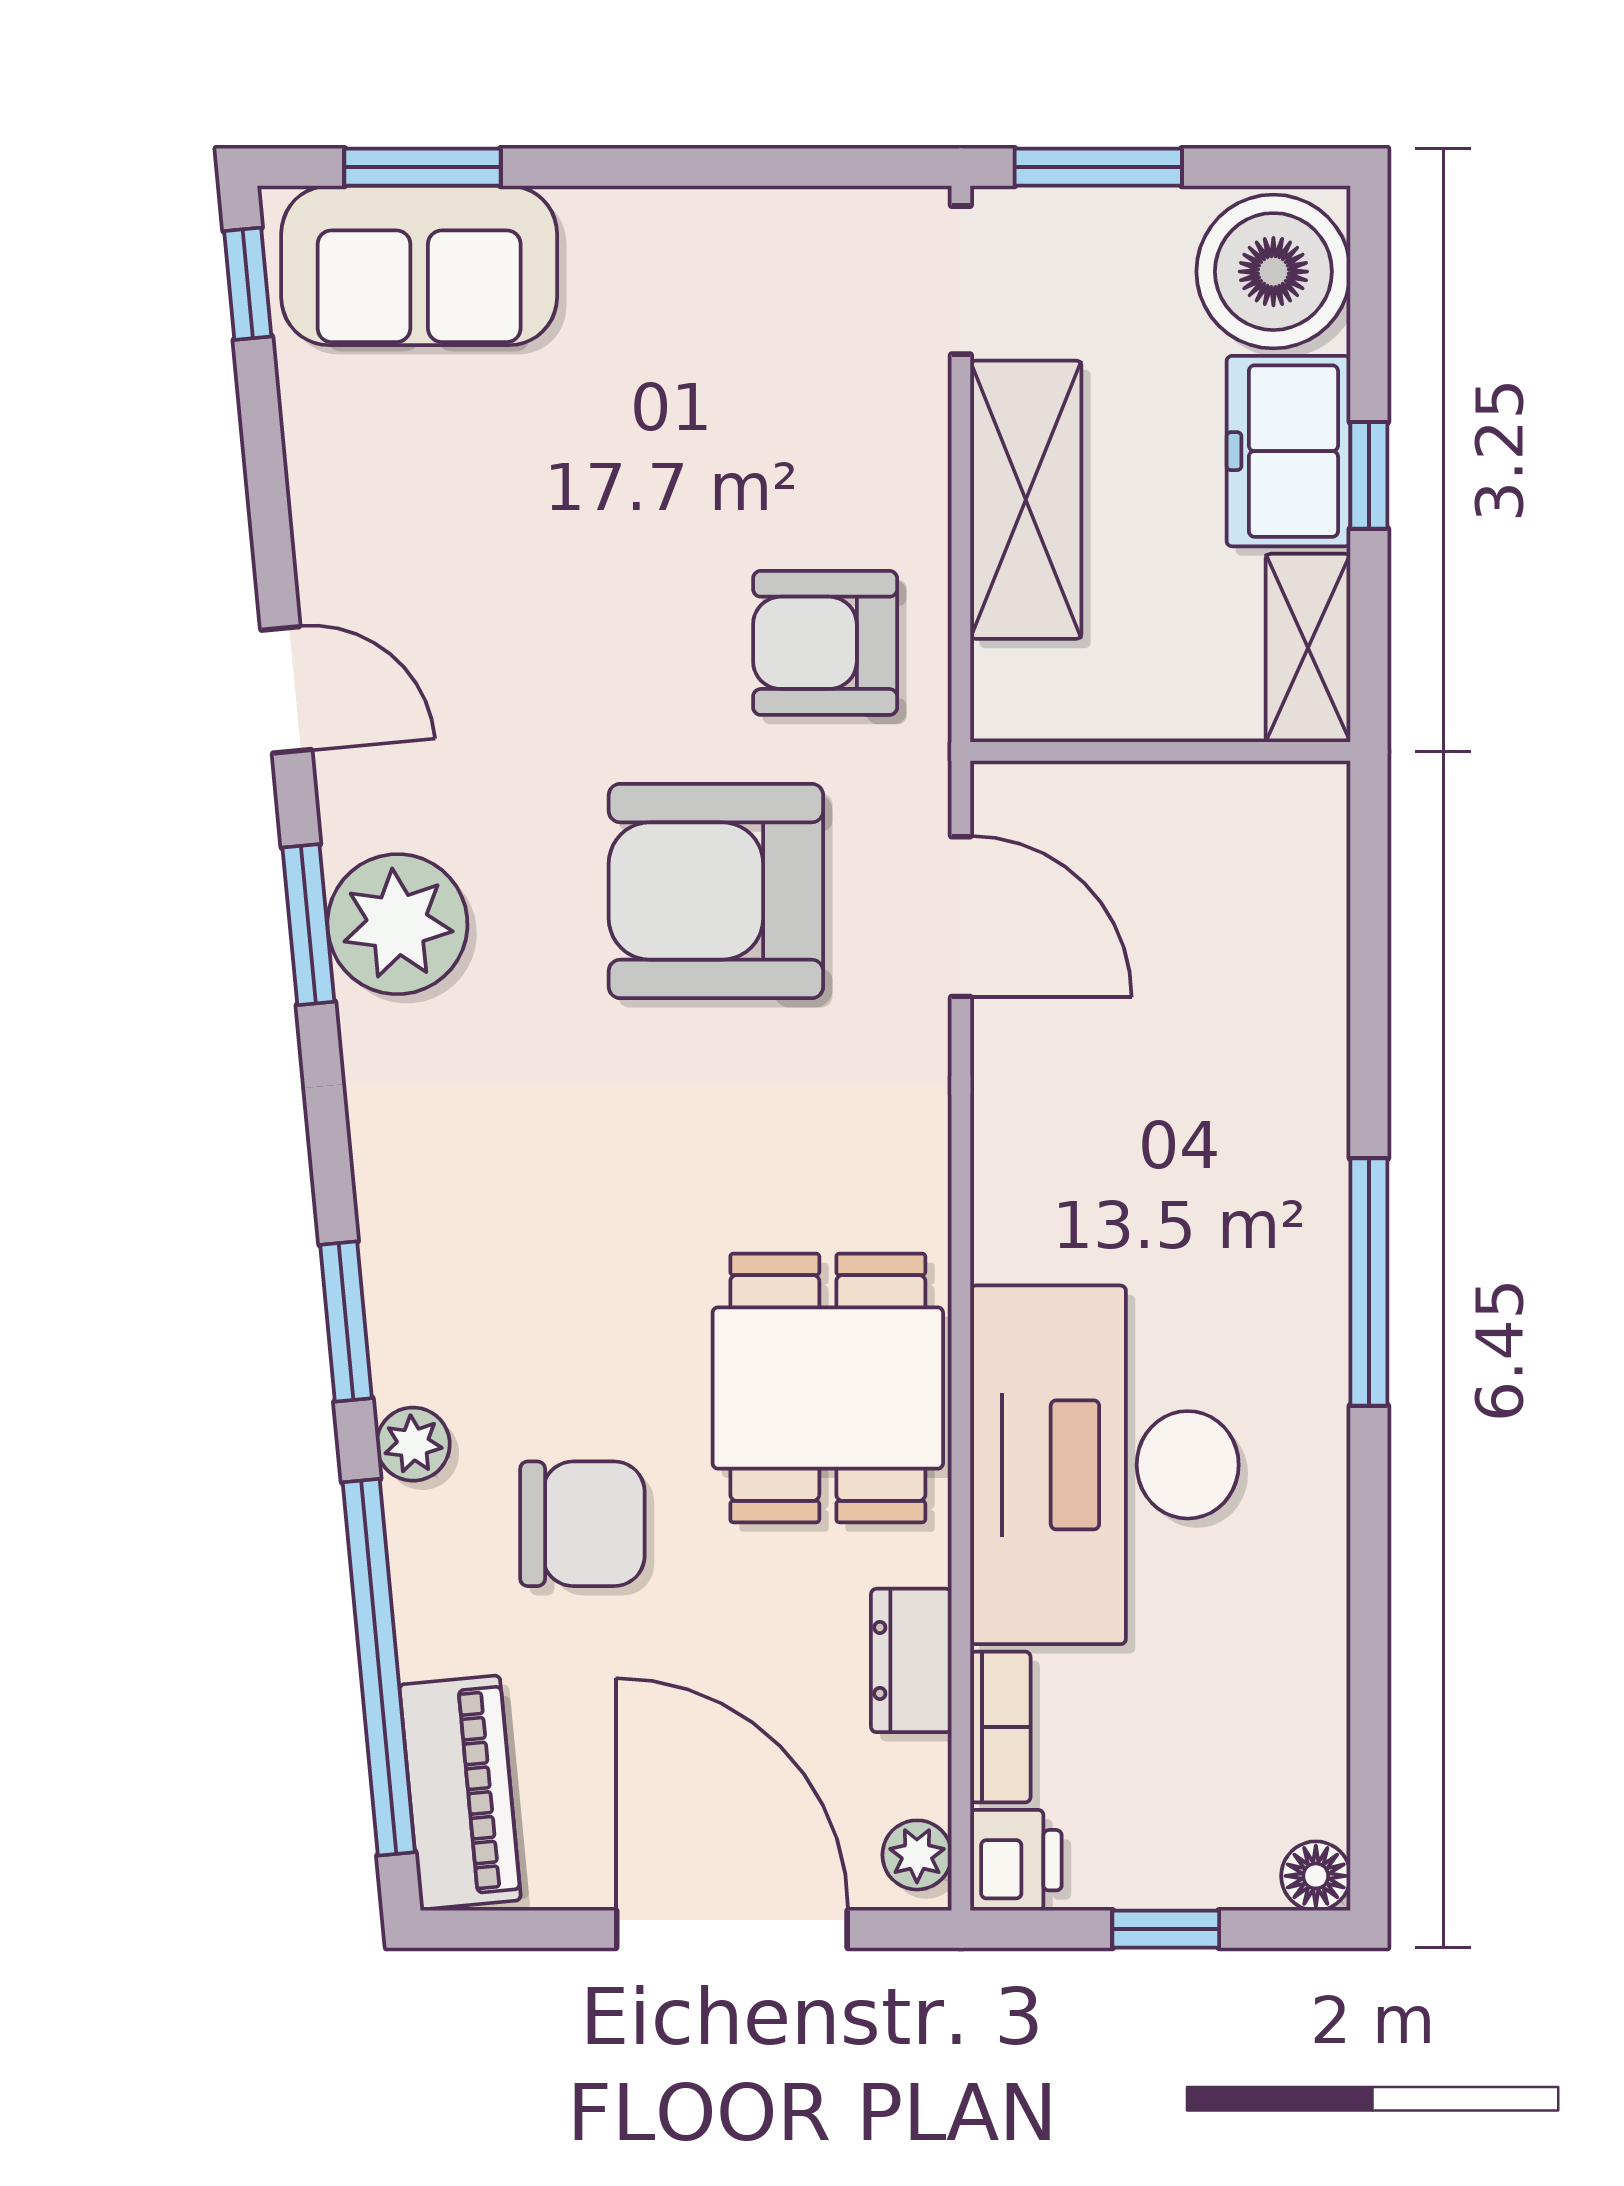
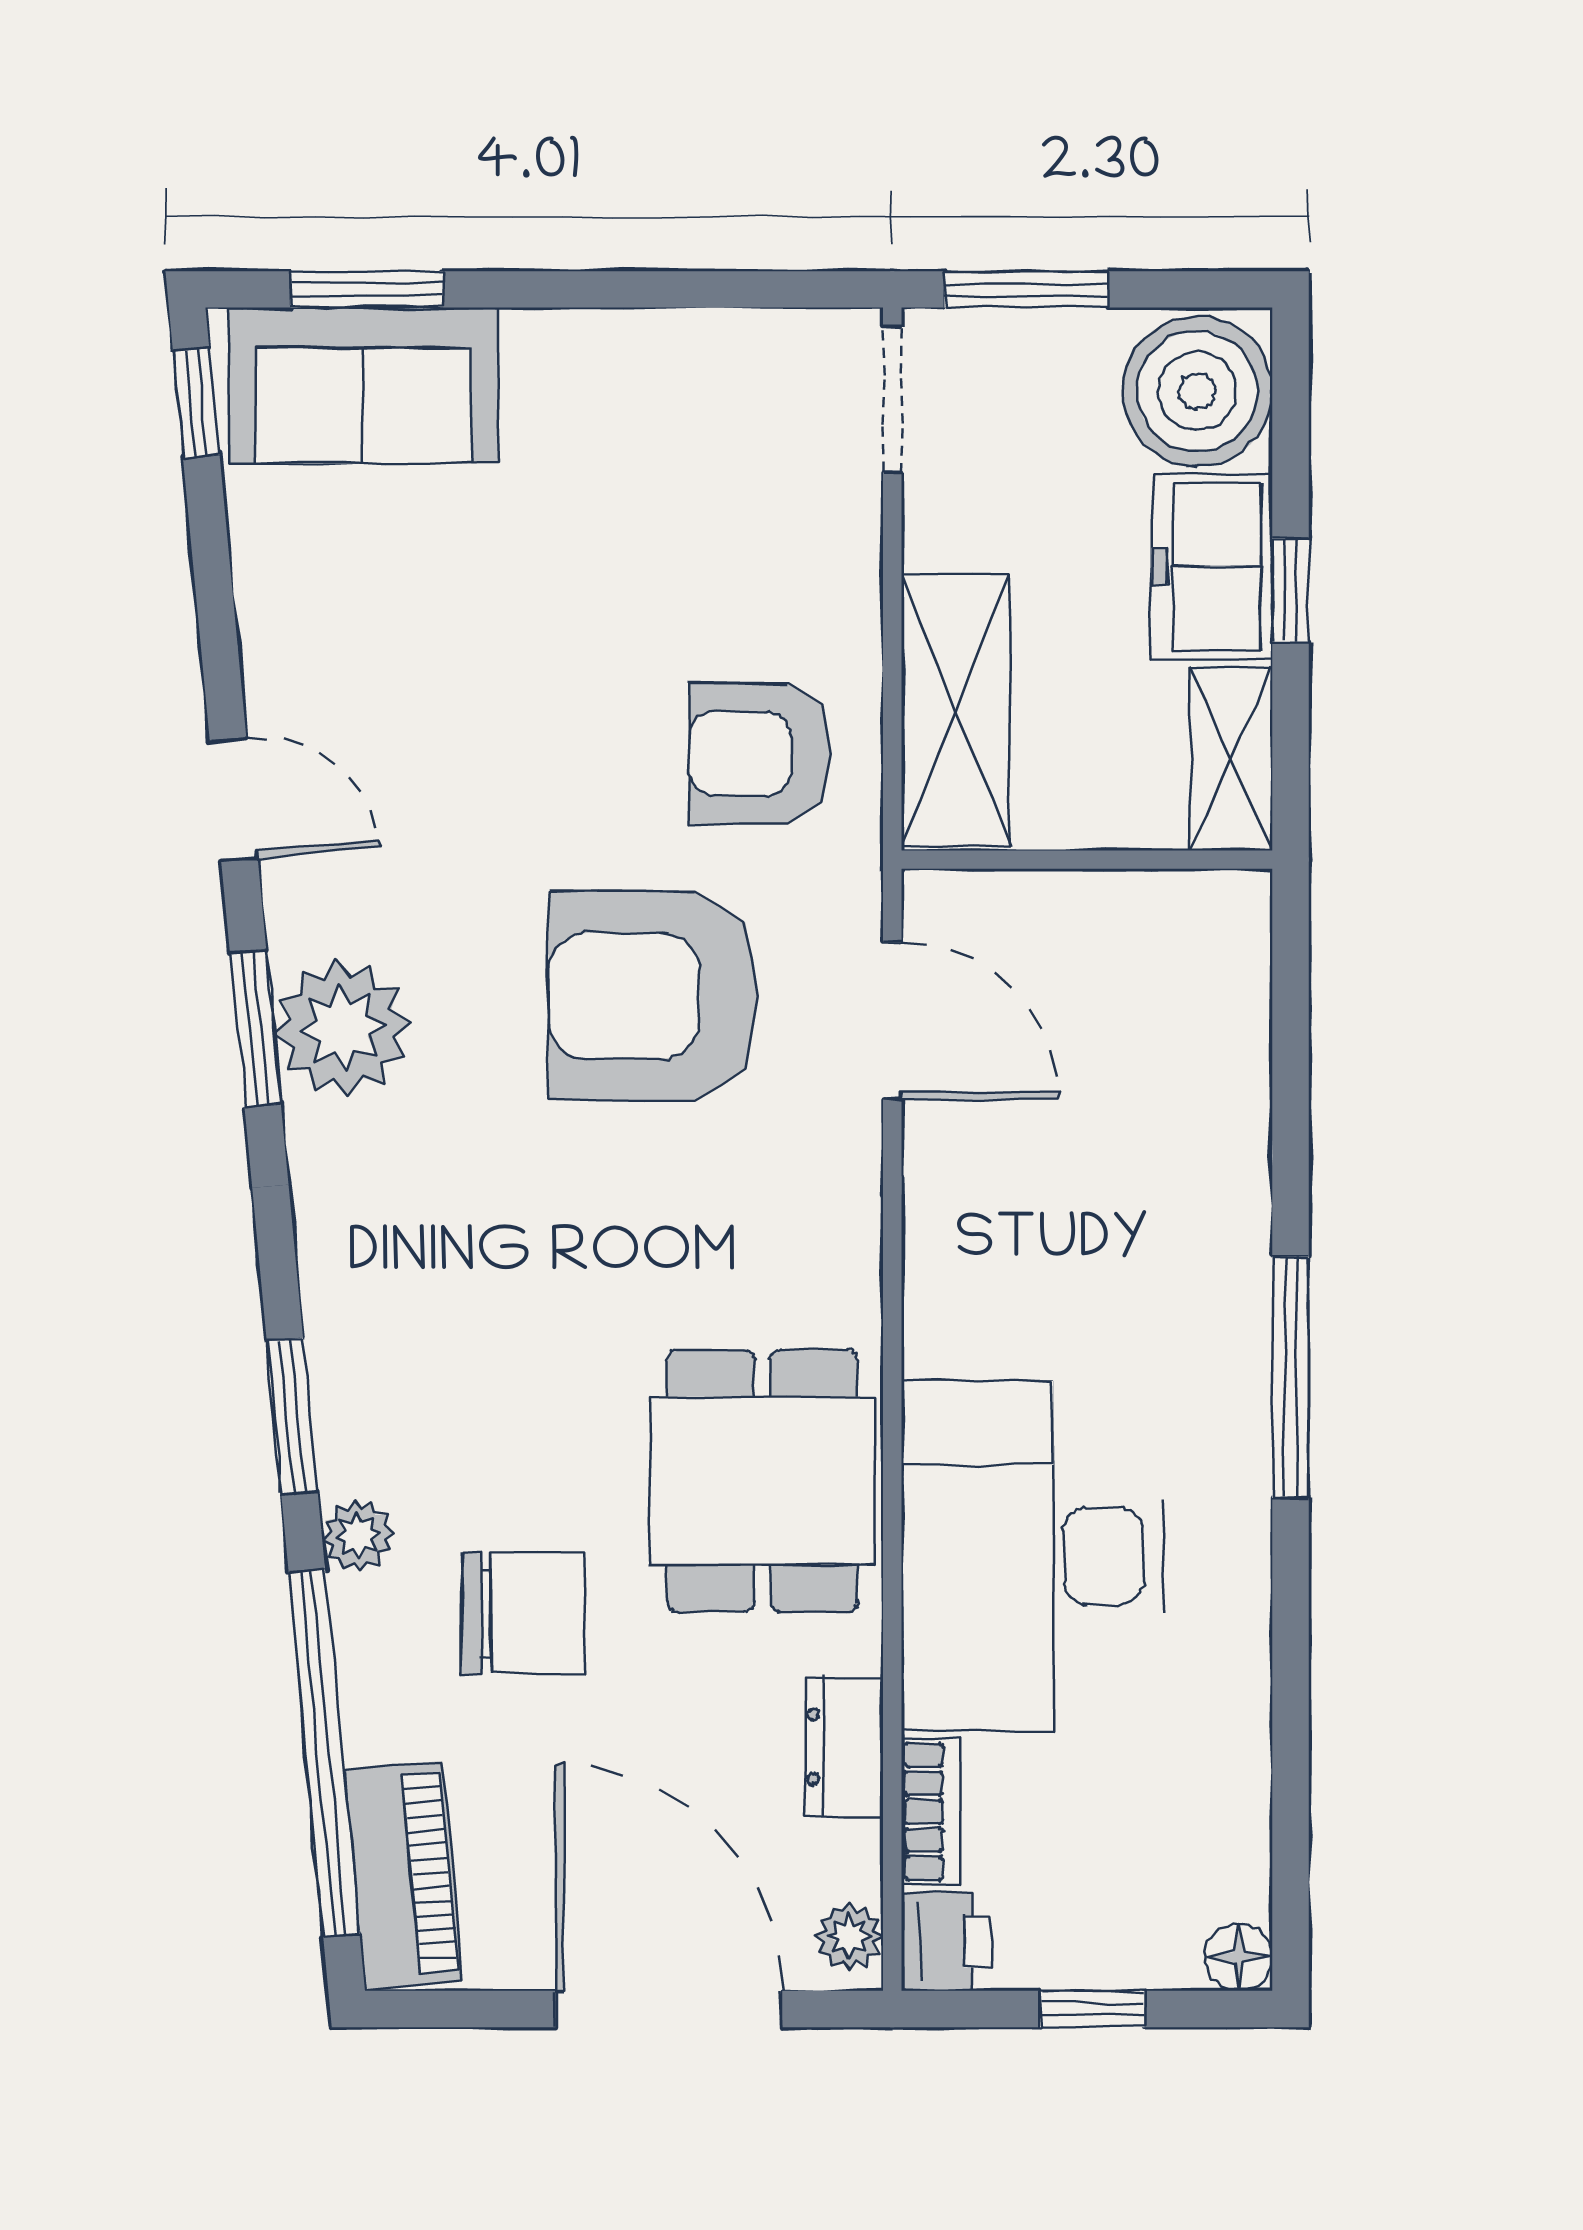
shelving: (1026, 500) -> (956, 710), moved

